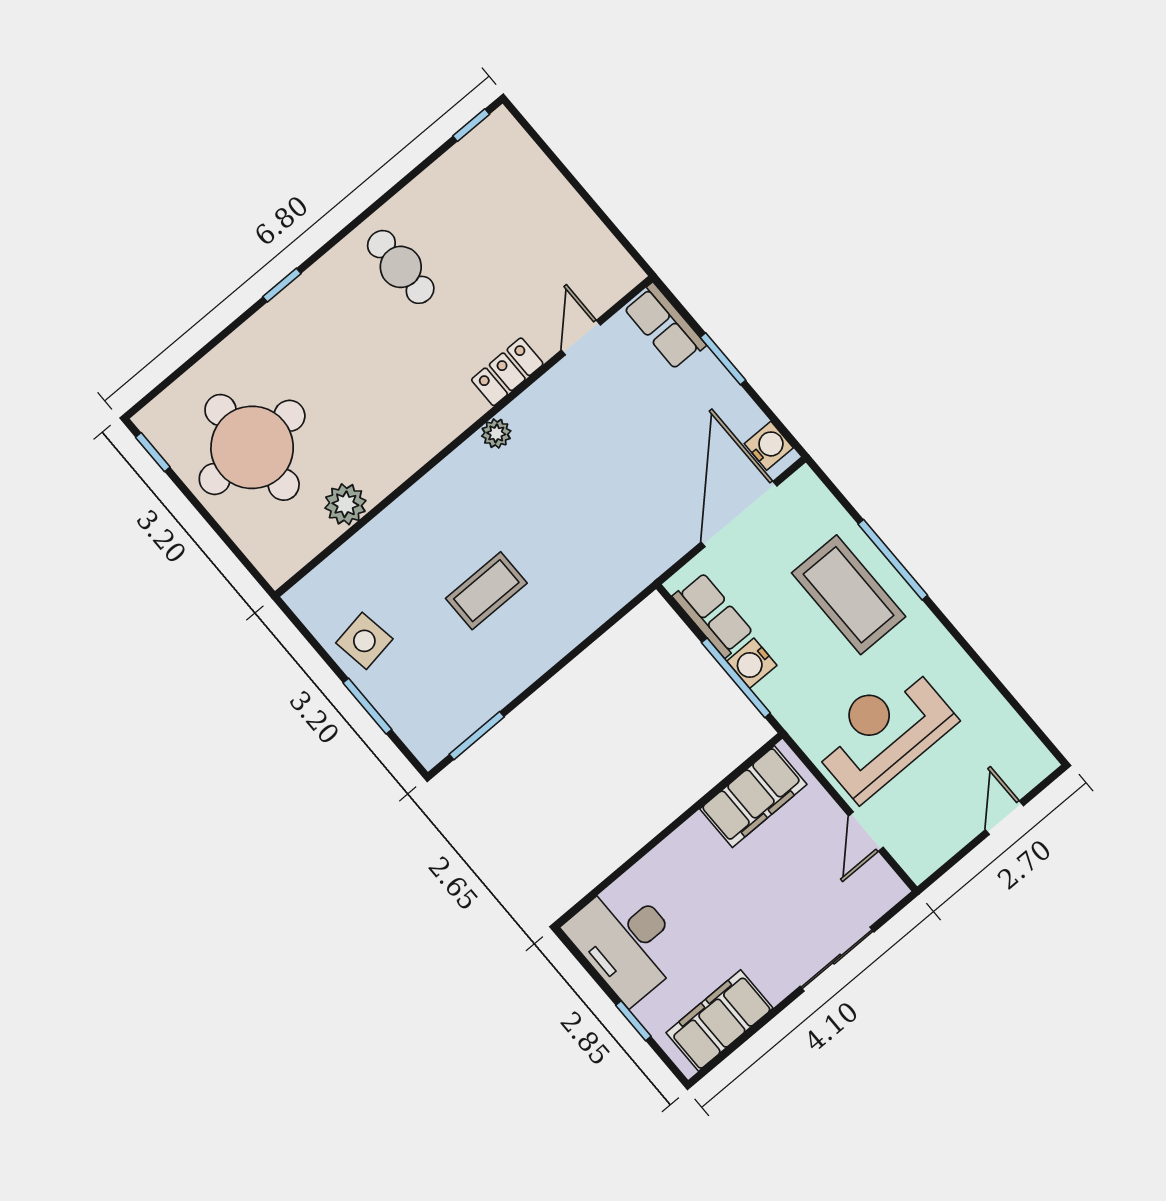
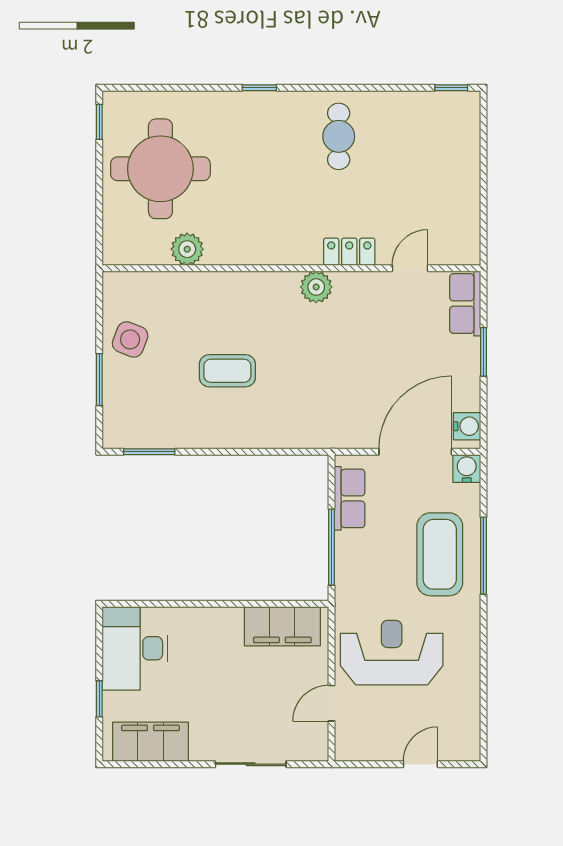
plant: (496, 433) -> (316, 287), width x1.38, depth x1.38
side table: (364, 641) -> (130, 339), turned 30
water cooler: (752, 663) -> (467, 468), moved, turned 90

